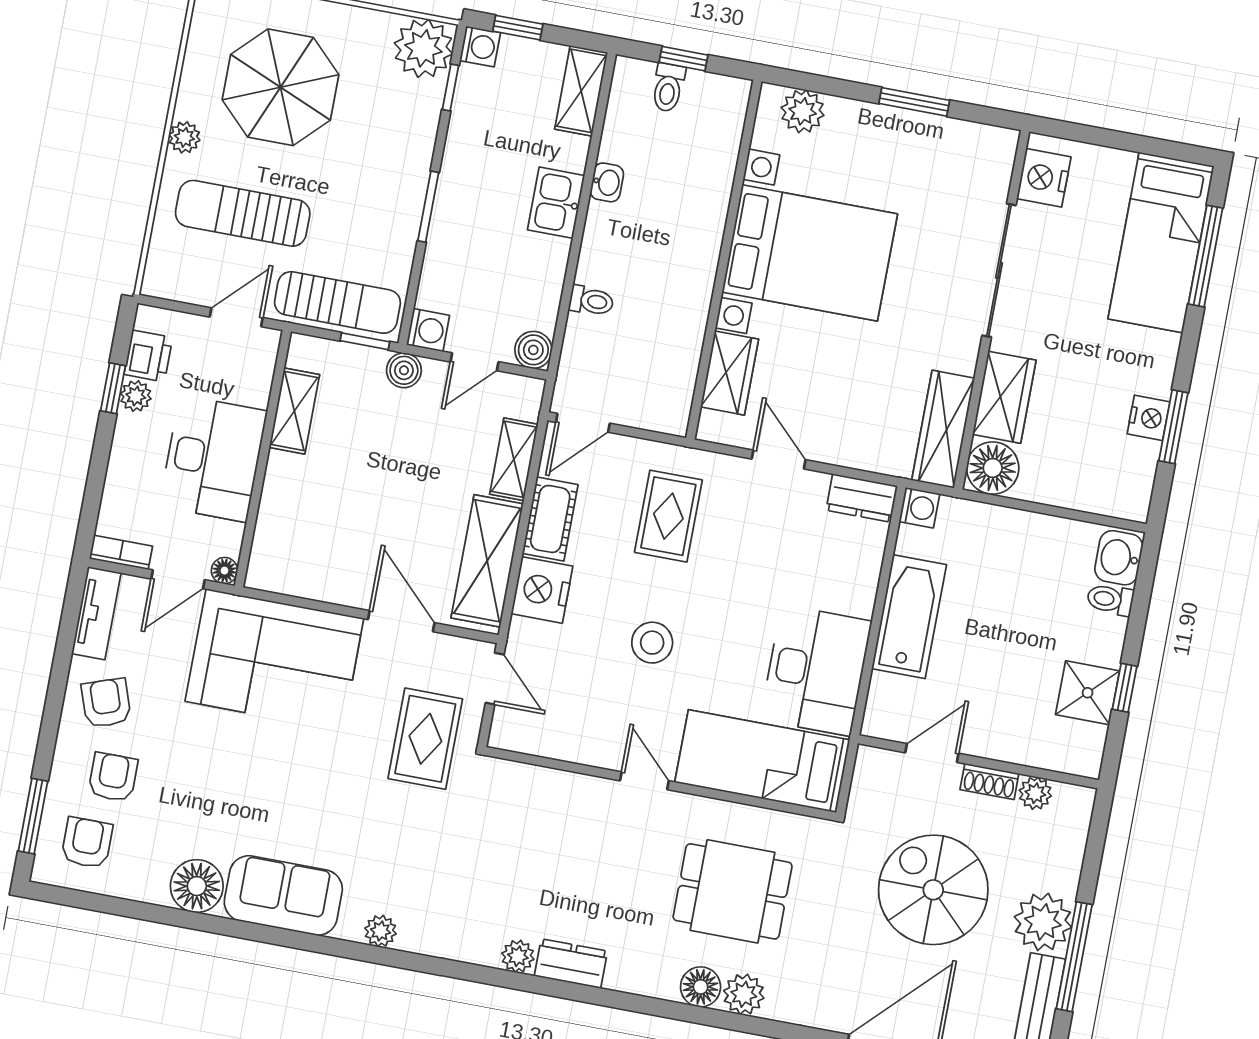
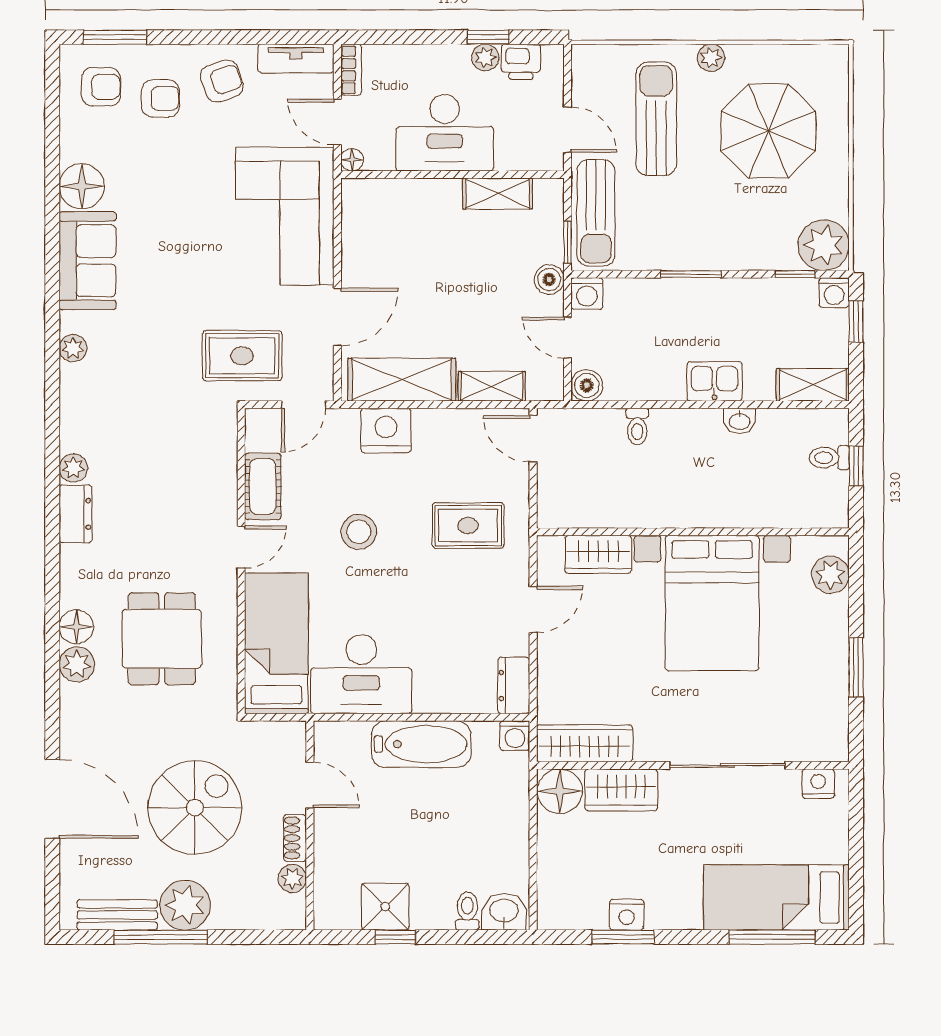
nightstand: (1044, 178) -> (818, 784), width x0.74, depth x0.75
cot: (550, 519) -> (263, 486), moved, turned 90

